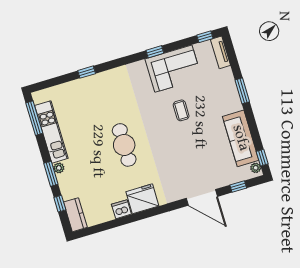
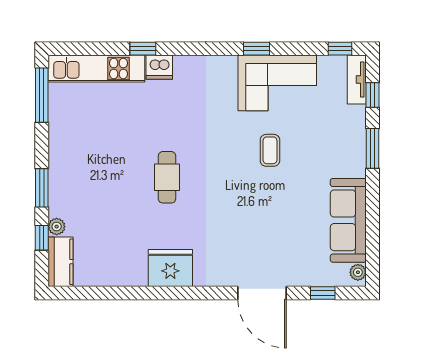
kitchen unit: (51, 132) -> (96, 68), moved, turned 90
cafe table: (124, 145) -> (167, 177), width x0.73, depth x0.74
window: (262, 158) -> (372, 95), moved
plant: (59, 168) -> (57, 227), moved
dishwasher: (121, 209) -> (159, 67), moved, turned 180

